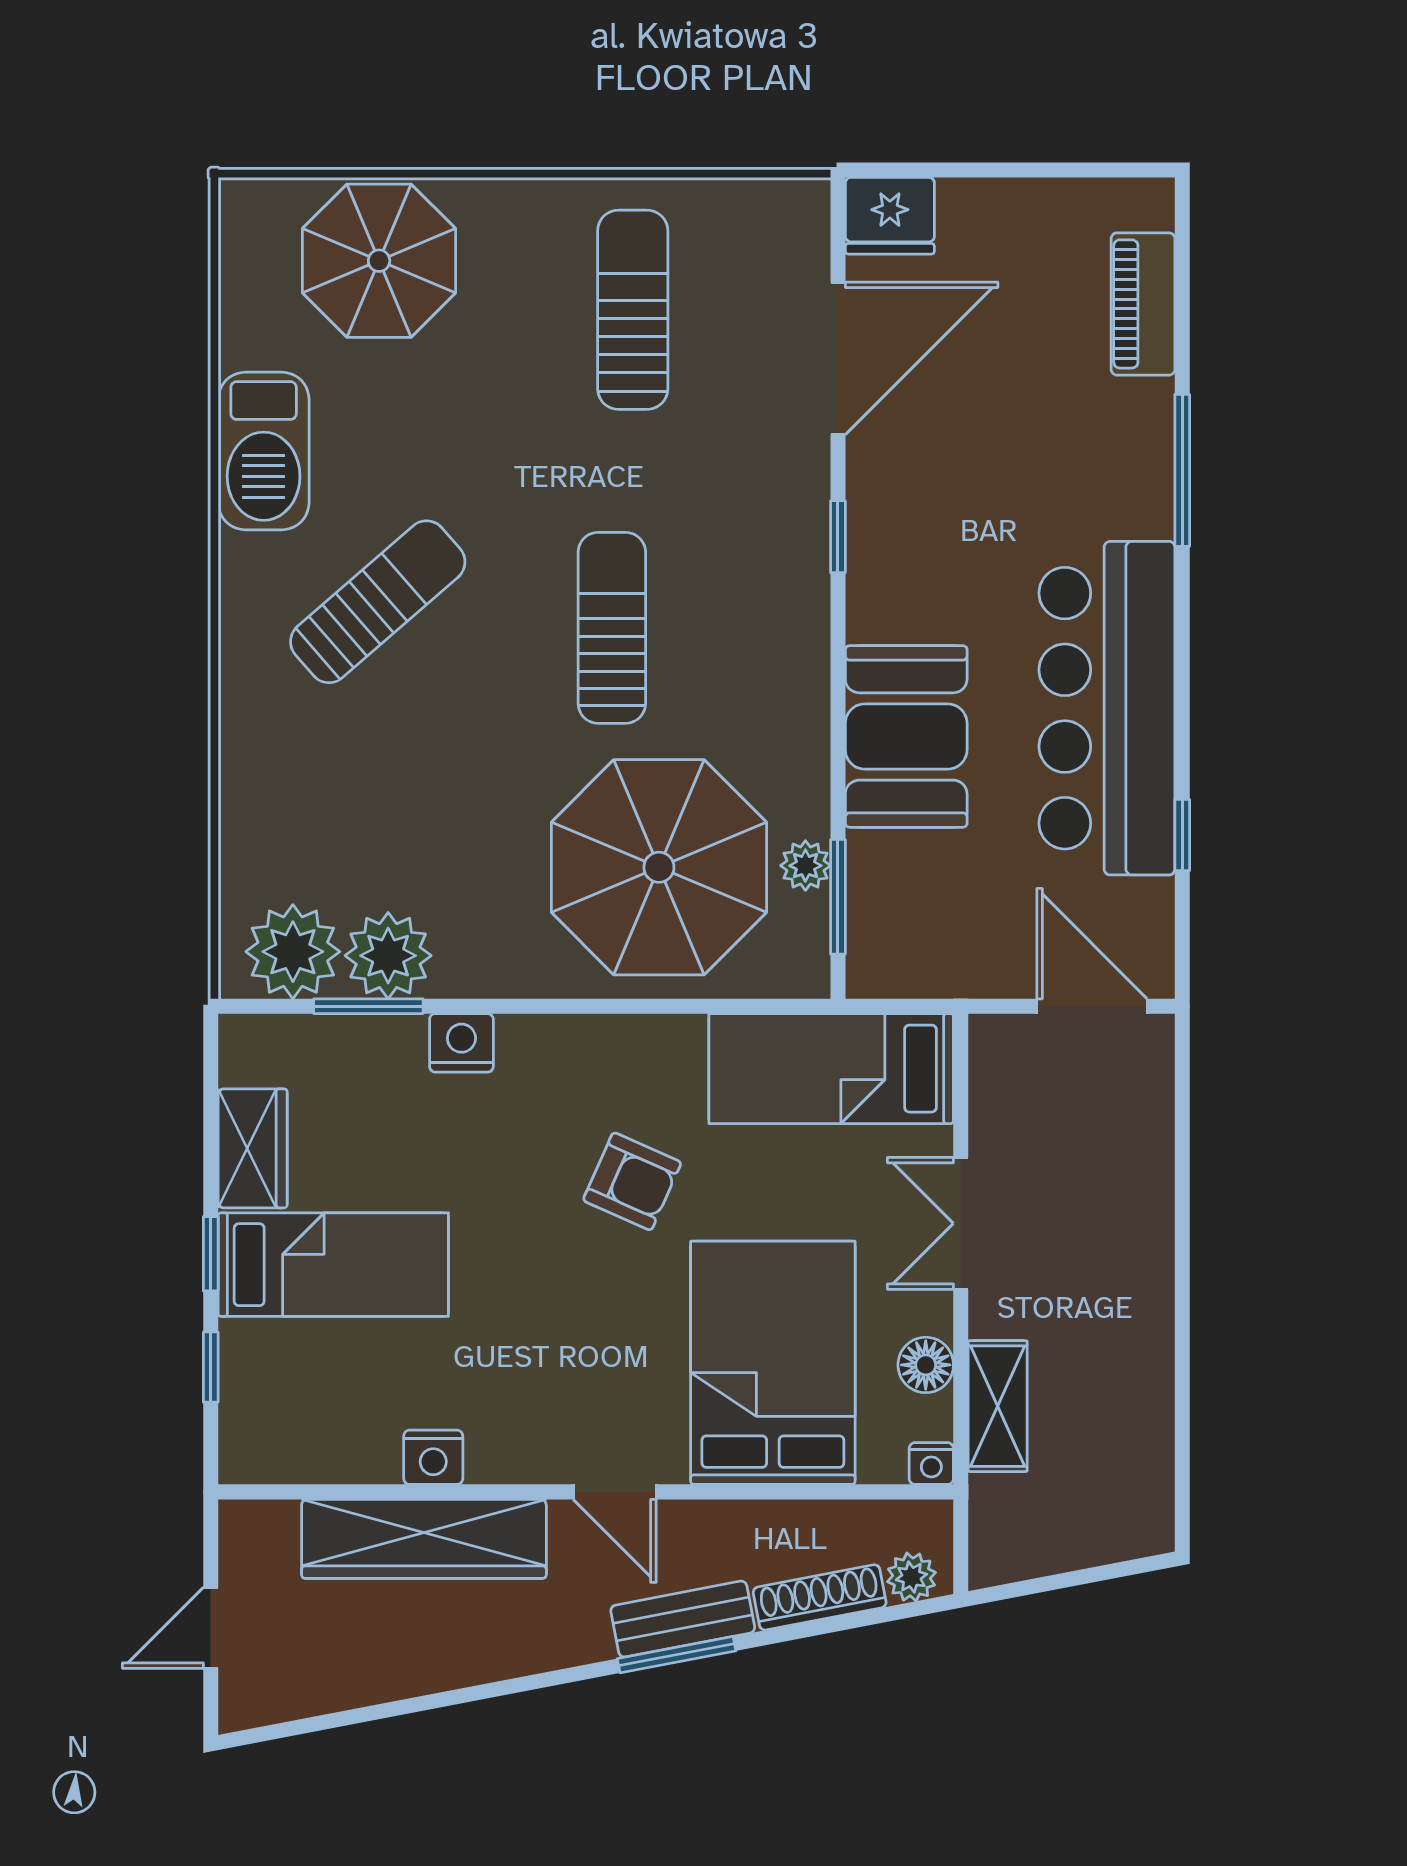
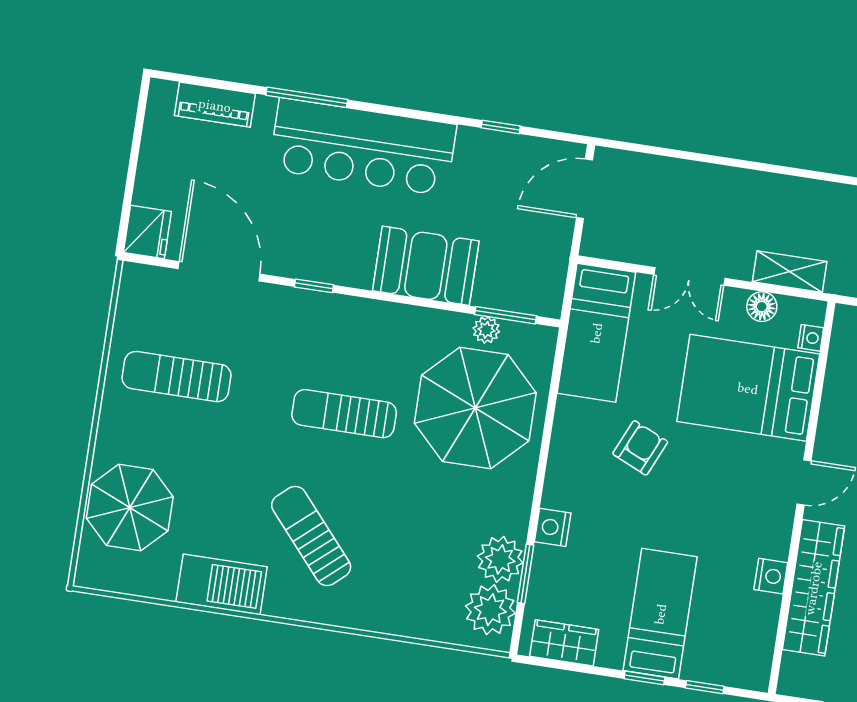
bar counter: (1107, 708) -> (363, 147), moved
wardrobe: (253, 1148) -> (564, 643), moved
nightstand: (931, 1464) -> (811, 338), moved

